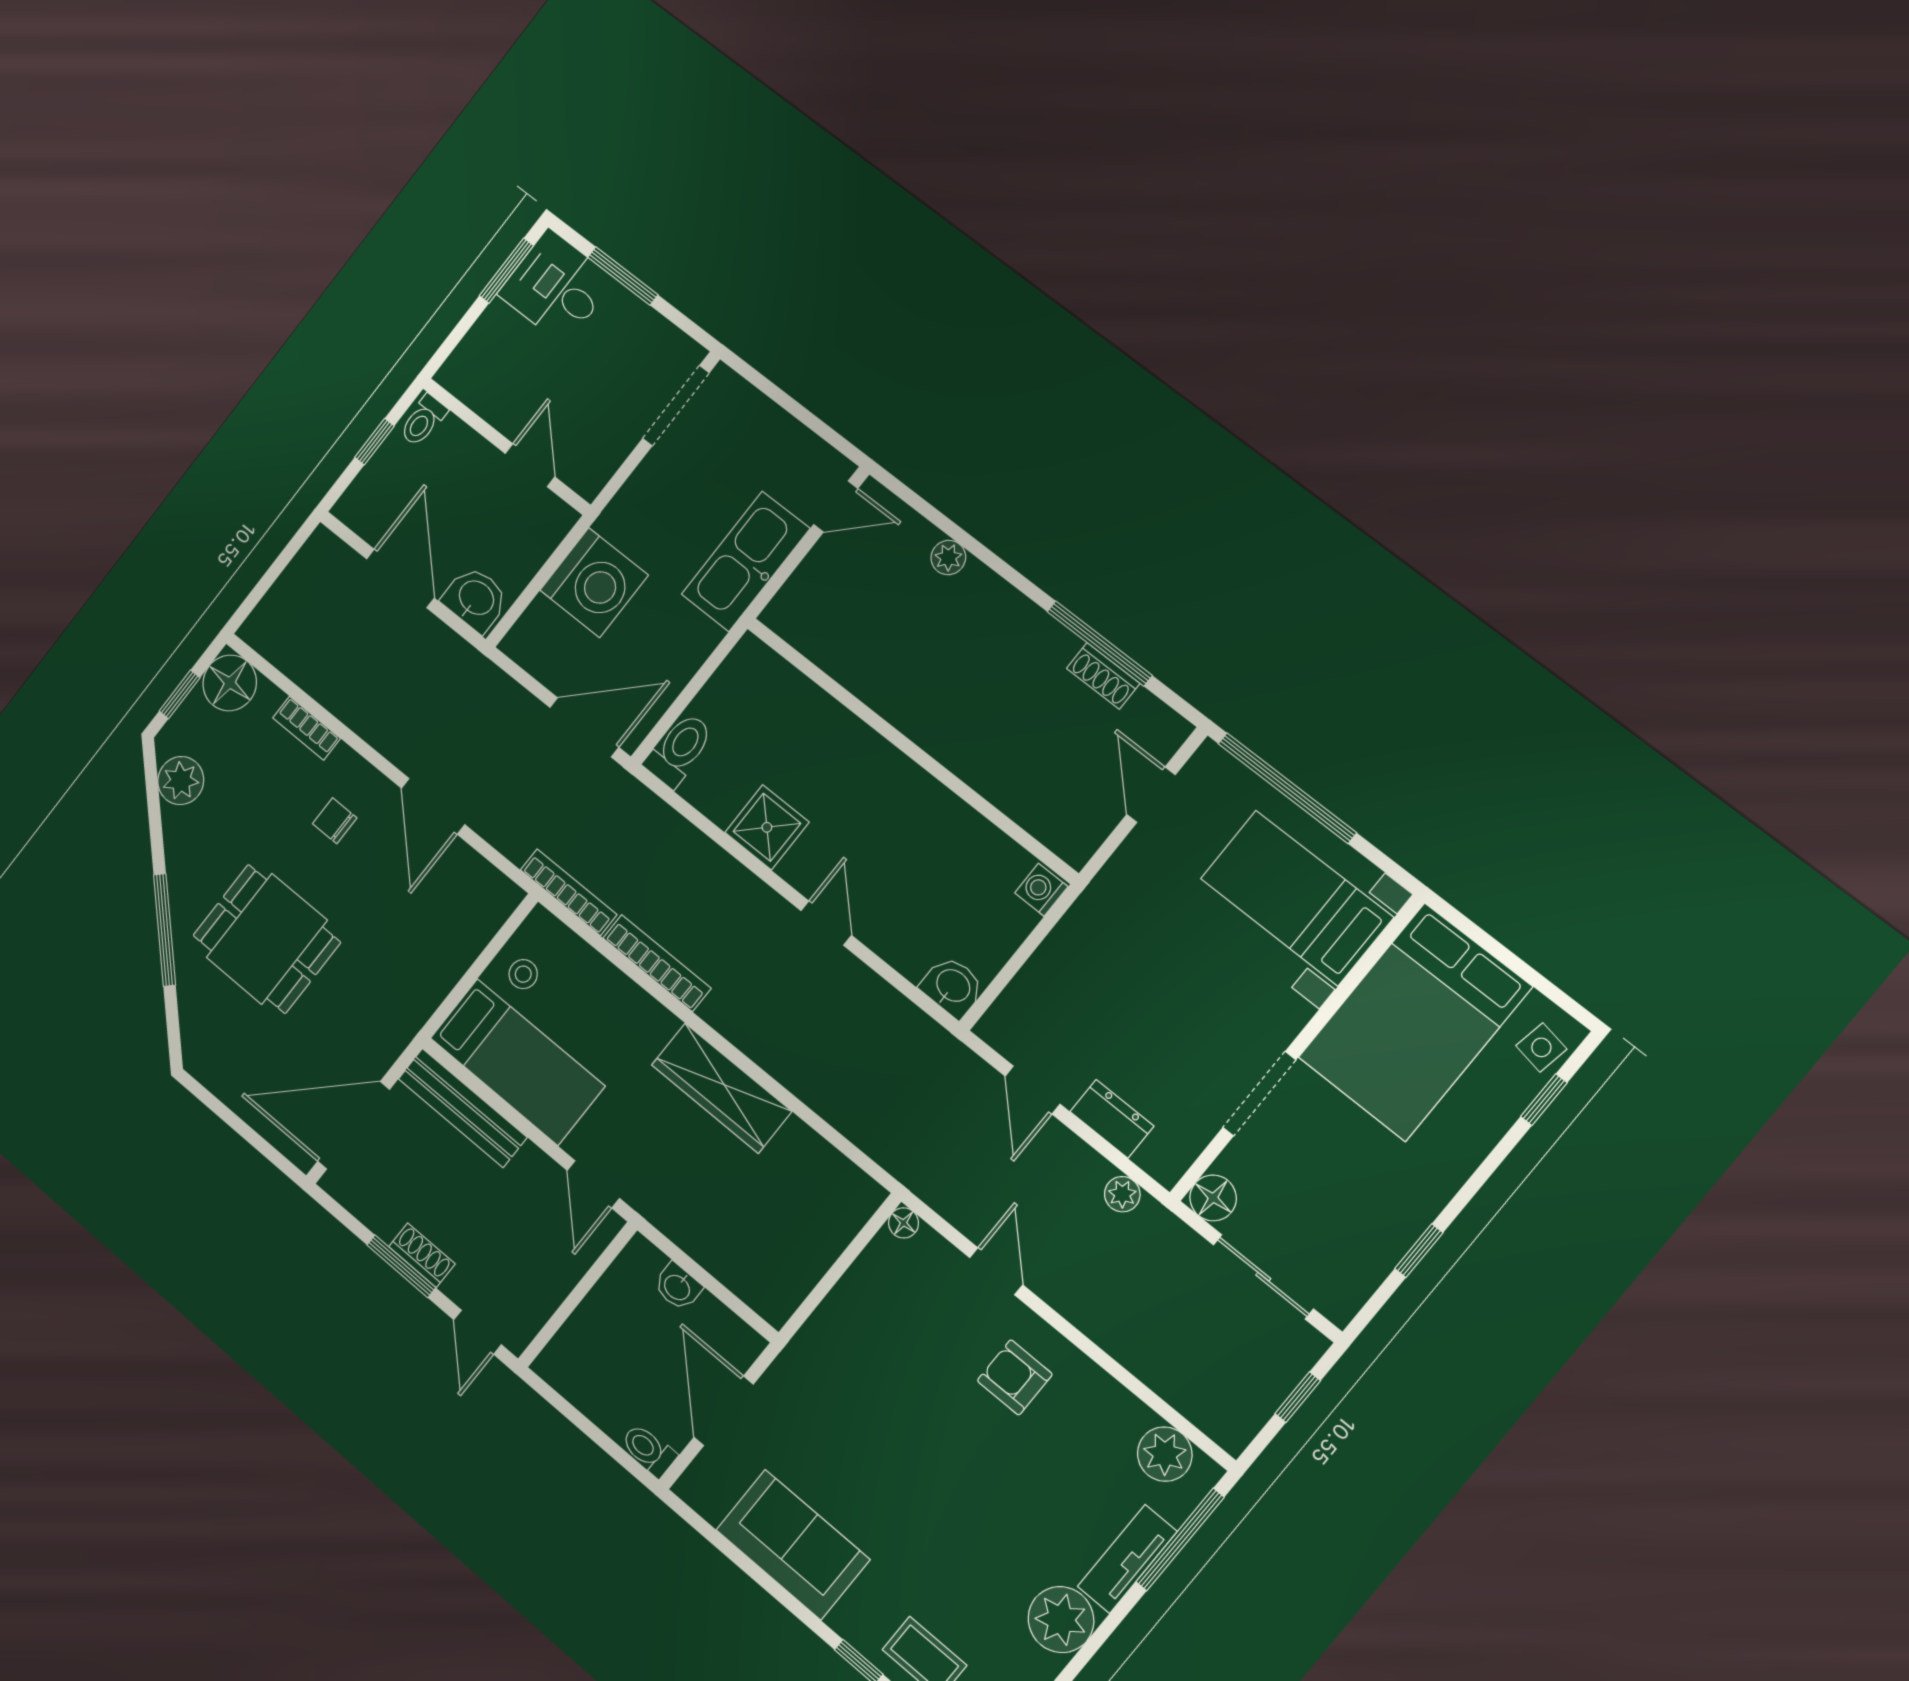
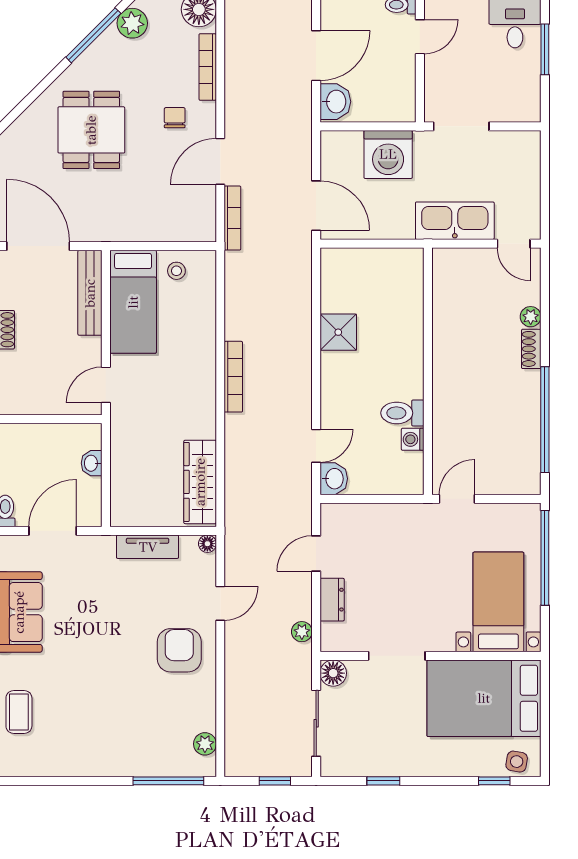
doorway: (676, 406) -> (461, 126), moved
door: (530, 465) -> (420, 37), moved
window: (1100, 644) -> (545, 420), width x1.46
shoe rack: (1103, 676) -> (531, 349), moved
bookcase: (307, 728) -> (208, 67), width x1.56
toilet: (679, 750) -> (402, 413), moved, turned 180
door: (1151, 795) -> (457, 499), moved
washing machine: (1041, 890) -> (413, 439), moved, turned -90
bookcase: (569, 892) -> (232, 218), moved
door: (826, 923) -> (316, 446), moved
window: (165, 930) -> (93, 35), moved
bookcase: (657, 963) -> (233, 377), moved
wardrobe: (722, 1088) -> (200, 482), moved
armchair: (1015, 1377) -> (179, 650), width x1.38, depth x1.38
plant: (1165, 1454) -> (205, 744), width x0.73, depth x0.73
tv unit: (1127, 1559) -> (148, 547), moved, turned 180
plant: (1061, 1620) -> (88, 758), removed

